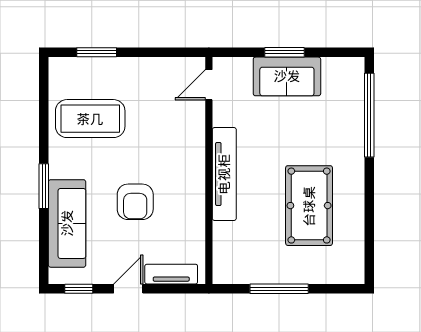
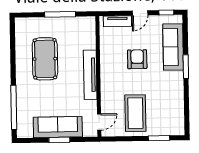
sofa: (287, 76) -> (58, 127), width x1.36
coffee table: (90, 119) -> (135, 113), moved, turned 90

